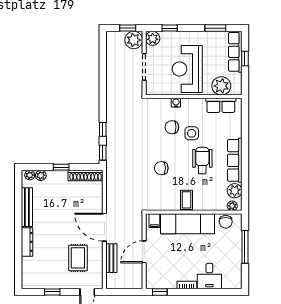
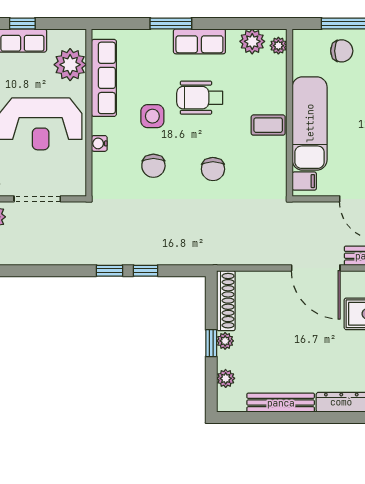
row of seats: (221, 105) -> (104, 78), width x1.48
chair: (172, 127) -> (153, 166), moved
window: (245, 144) -> (171, 23), added
window: (103, 153) -> (109, 271), moved
row of seats: (235, 160) -> (199, 41), width x0.68
plant: (30, 175) -> (225, 341), moved
chair: (226, 222) -> (342, 51), moved
door: (104, 227) -> (316, 268), hinge flipped

